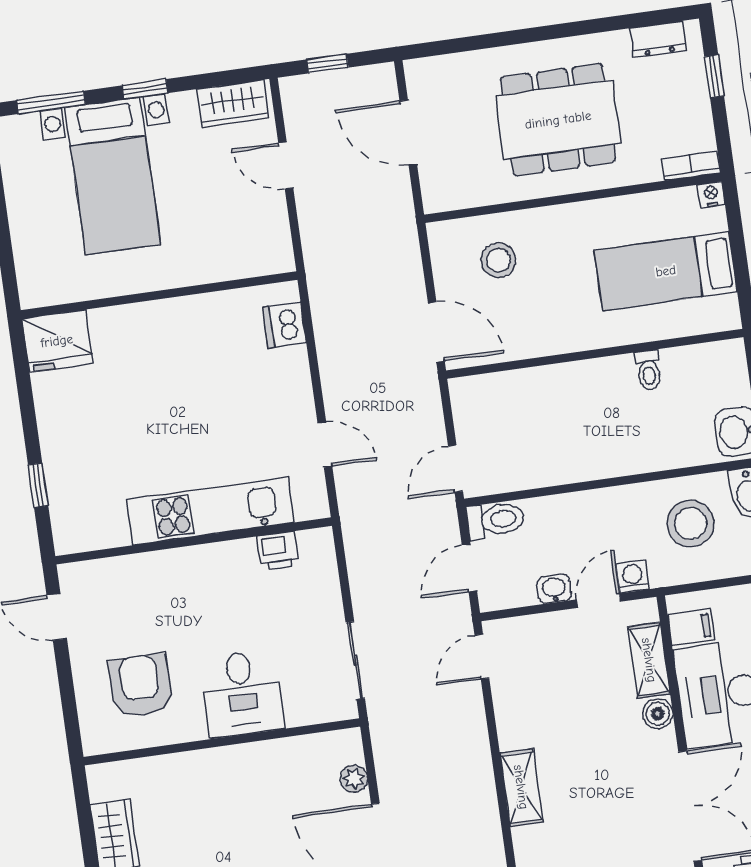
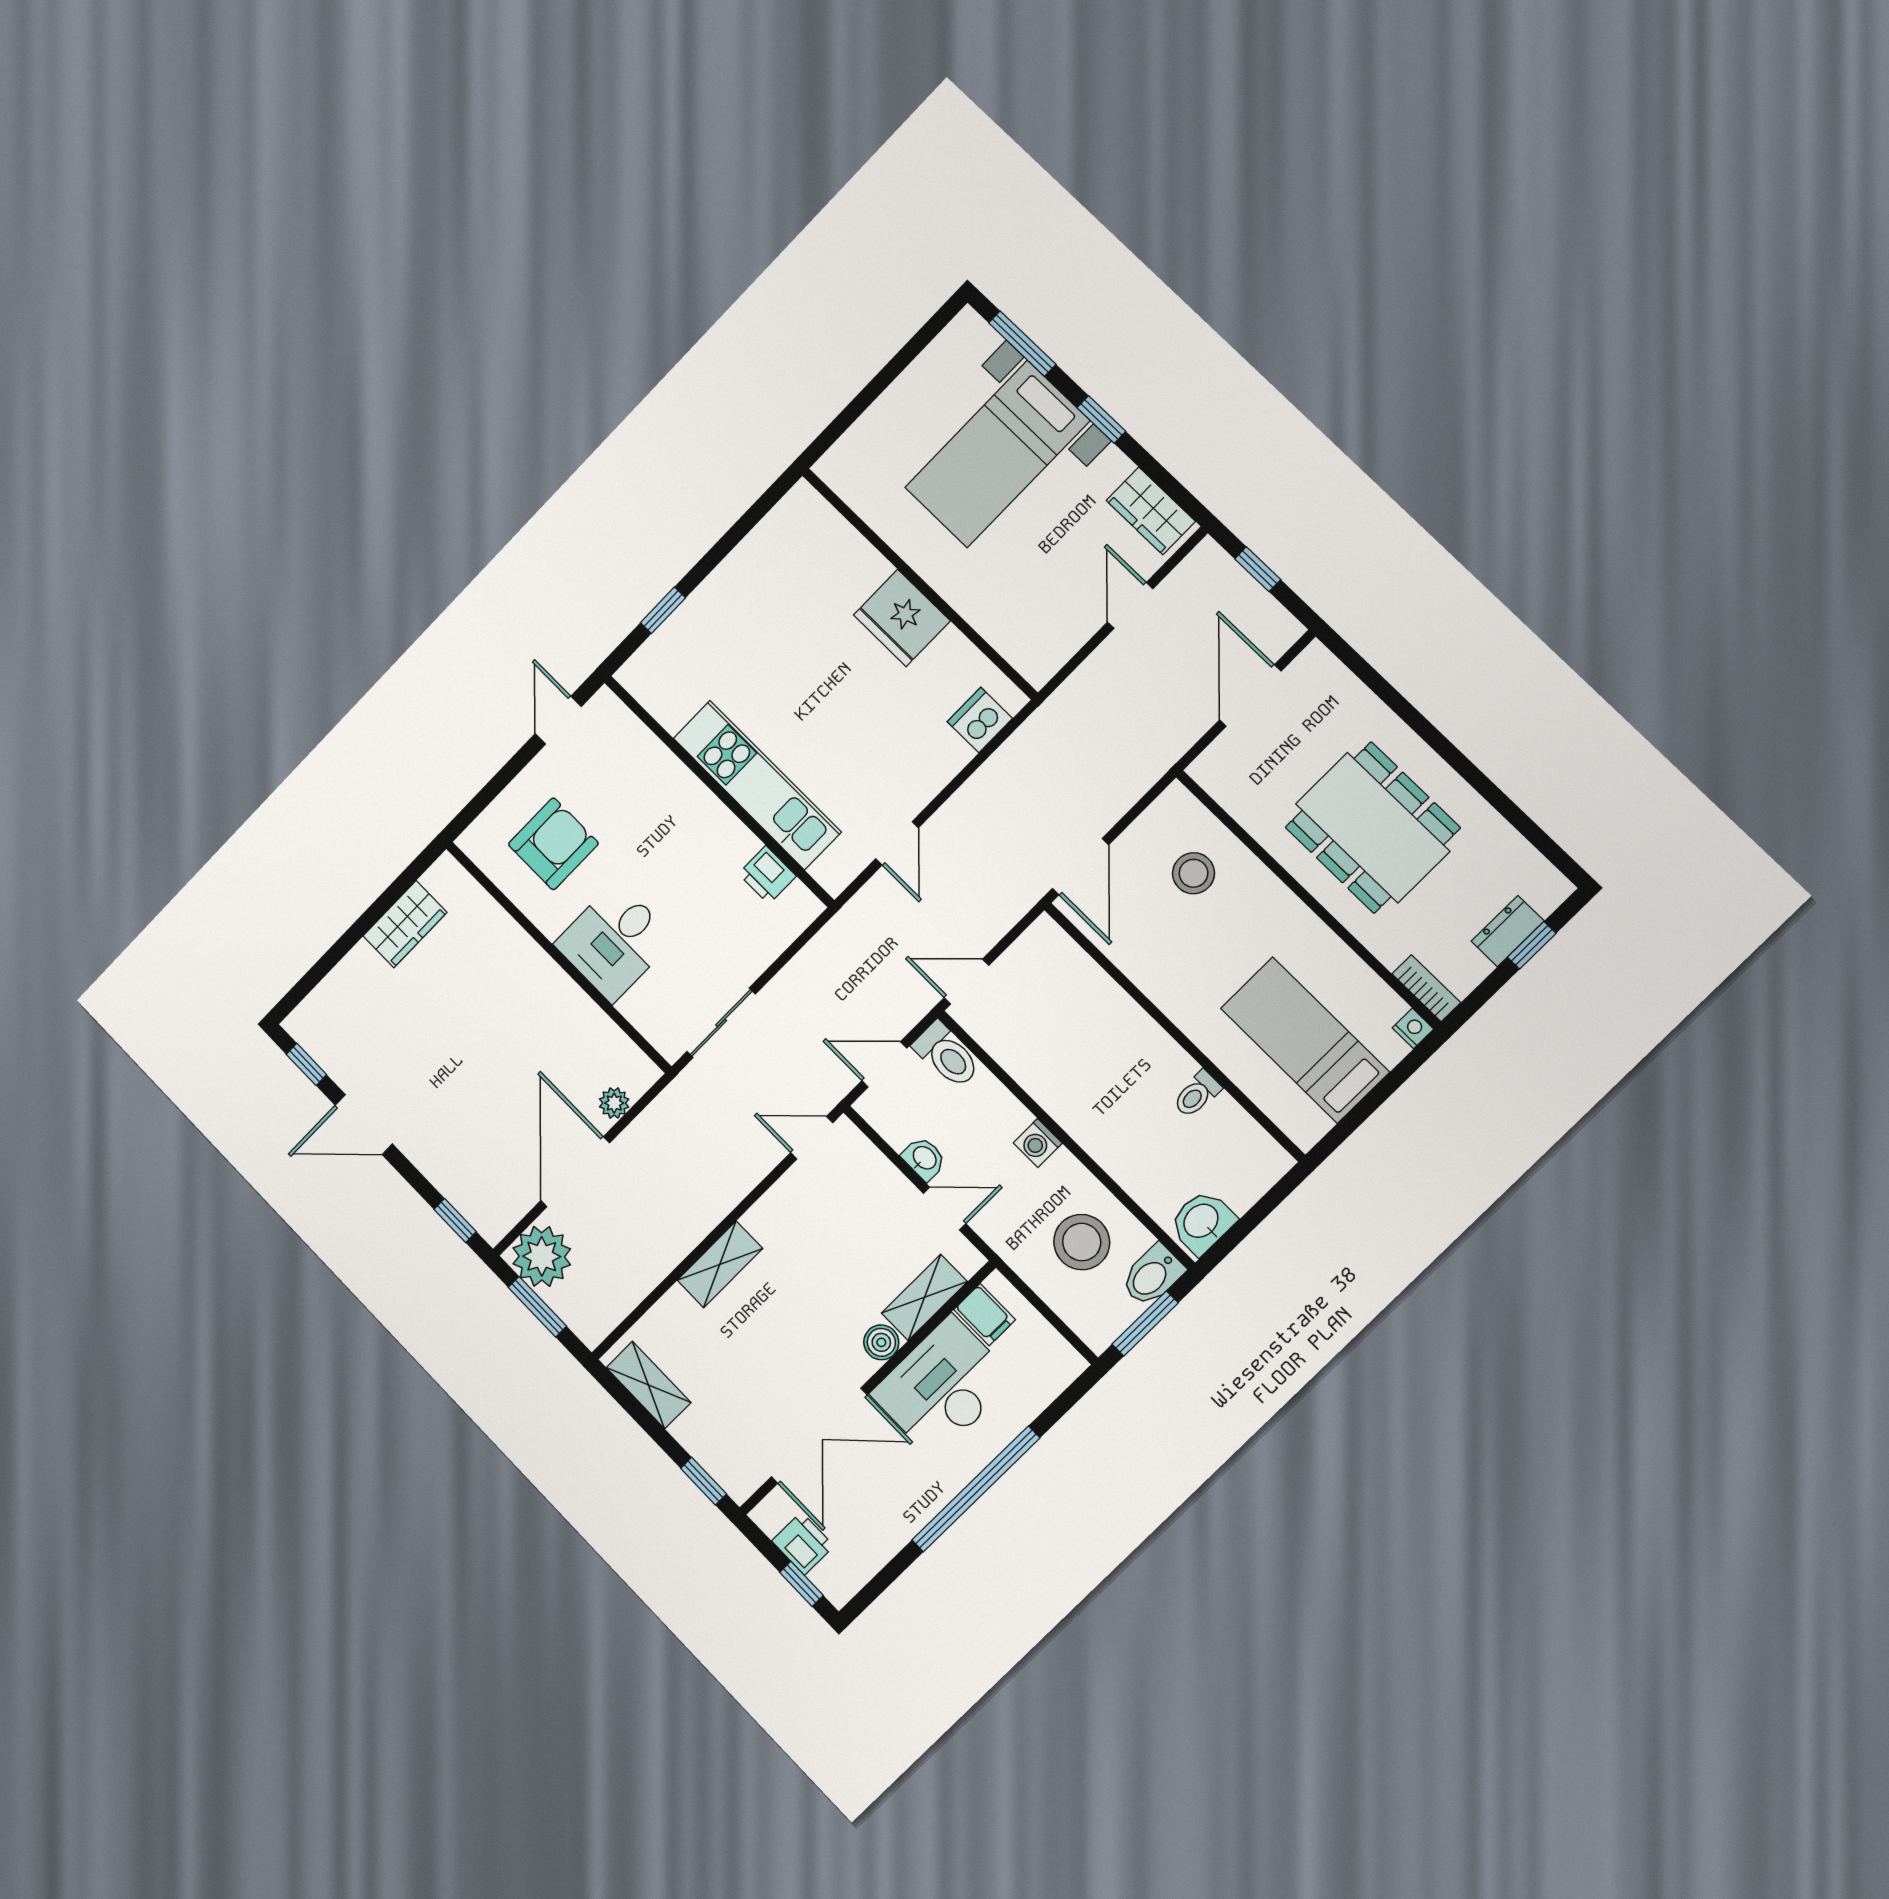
dresser: (658, 39) -> (1508, 931), moved, turned 90
fridge: (57, 341) -> (902, 618), moved
washing machine: (633, 577) -> (1038, 1143), moved, turned 180

